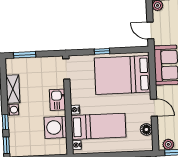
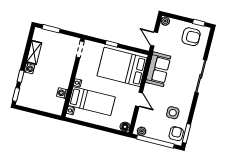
kitchen sink: (57, 100) -> (66, 71), removed
washing machine: (56, 127) -> (62, 93), width x0.53, depth x0.53
floor lamp: (146, 129) -> (125, 127), moved

